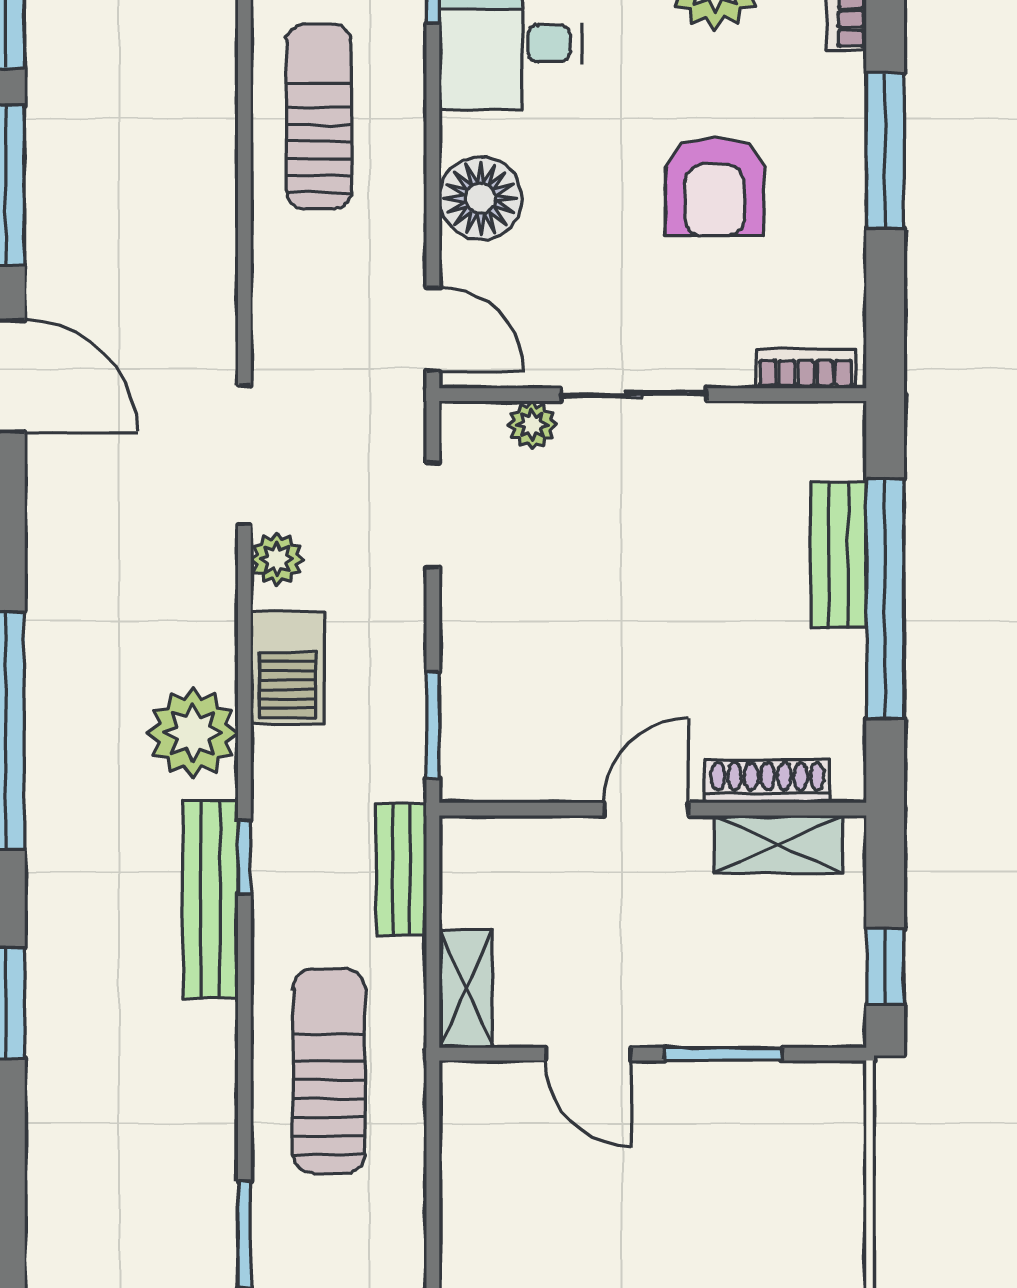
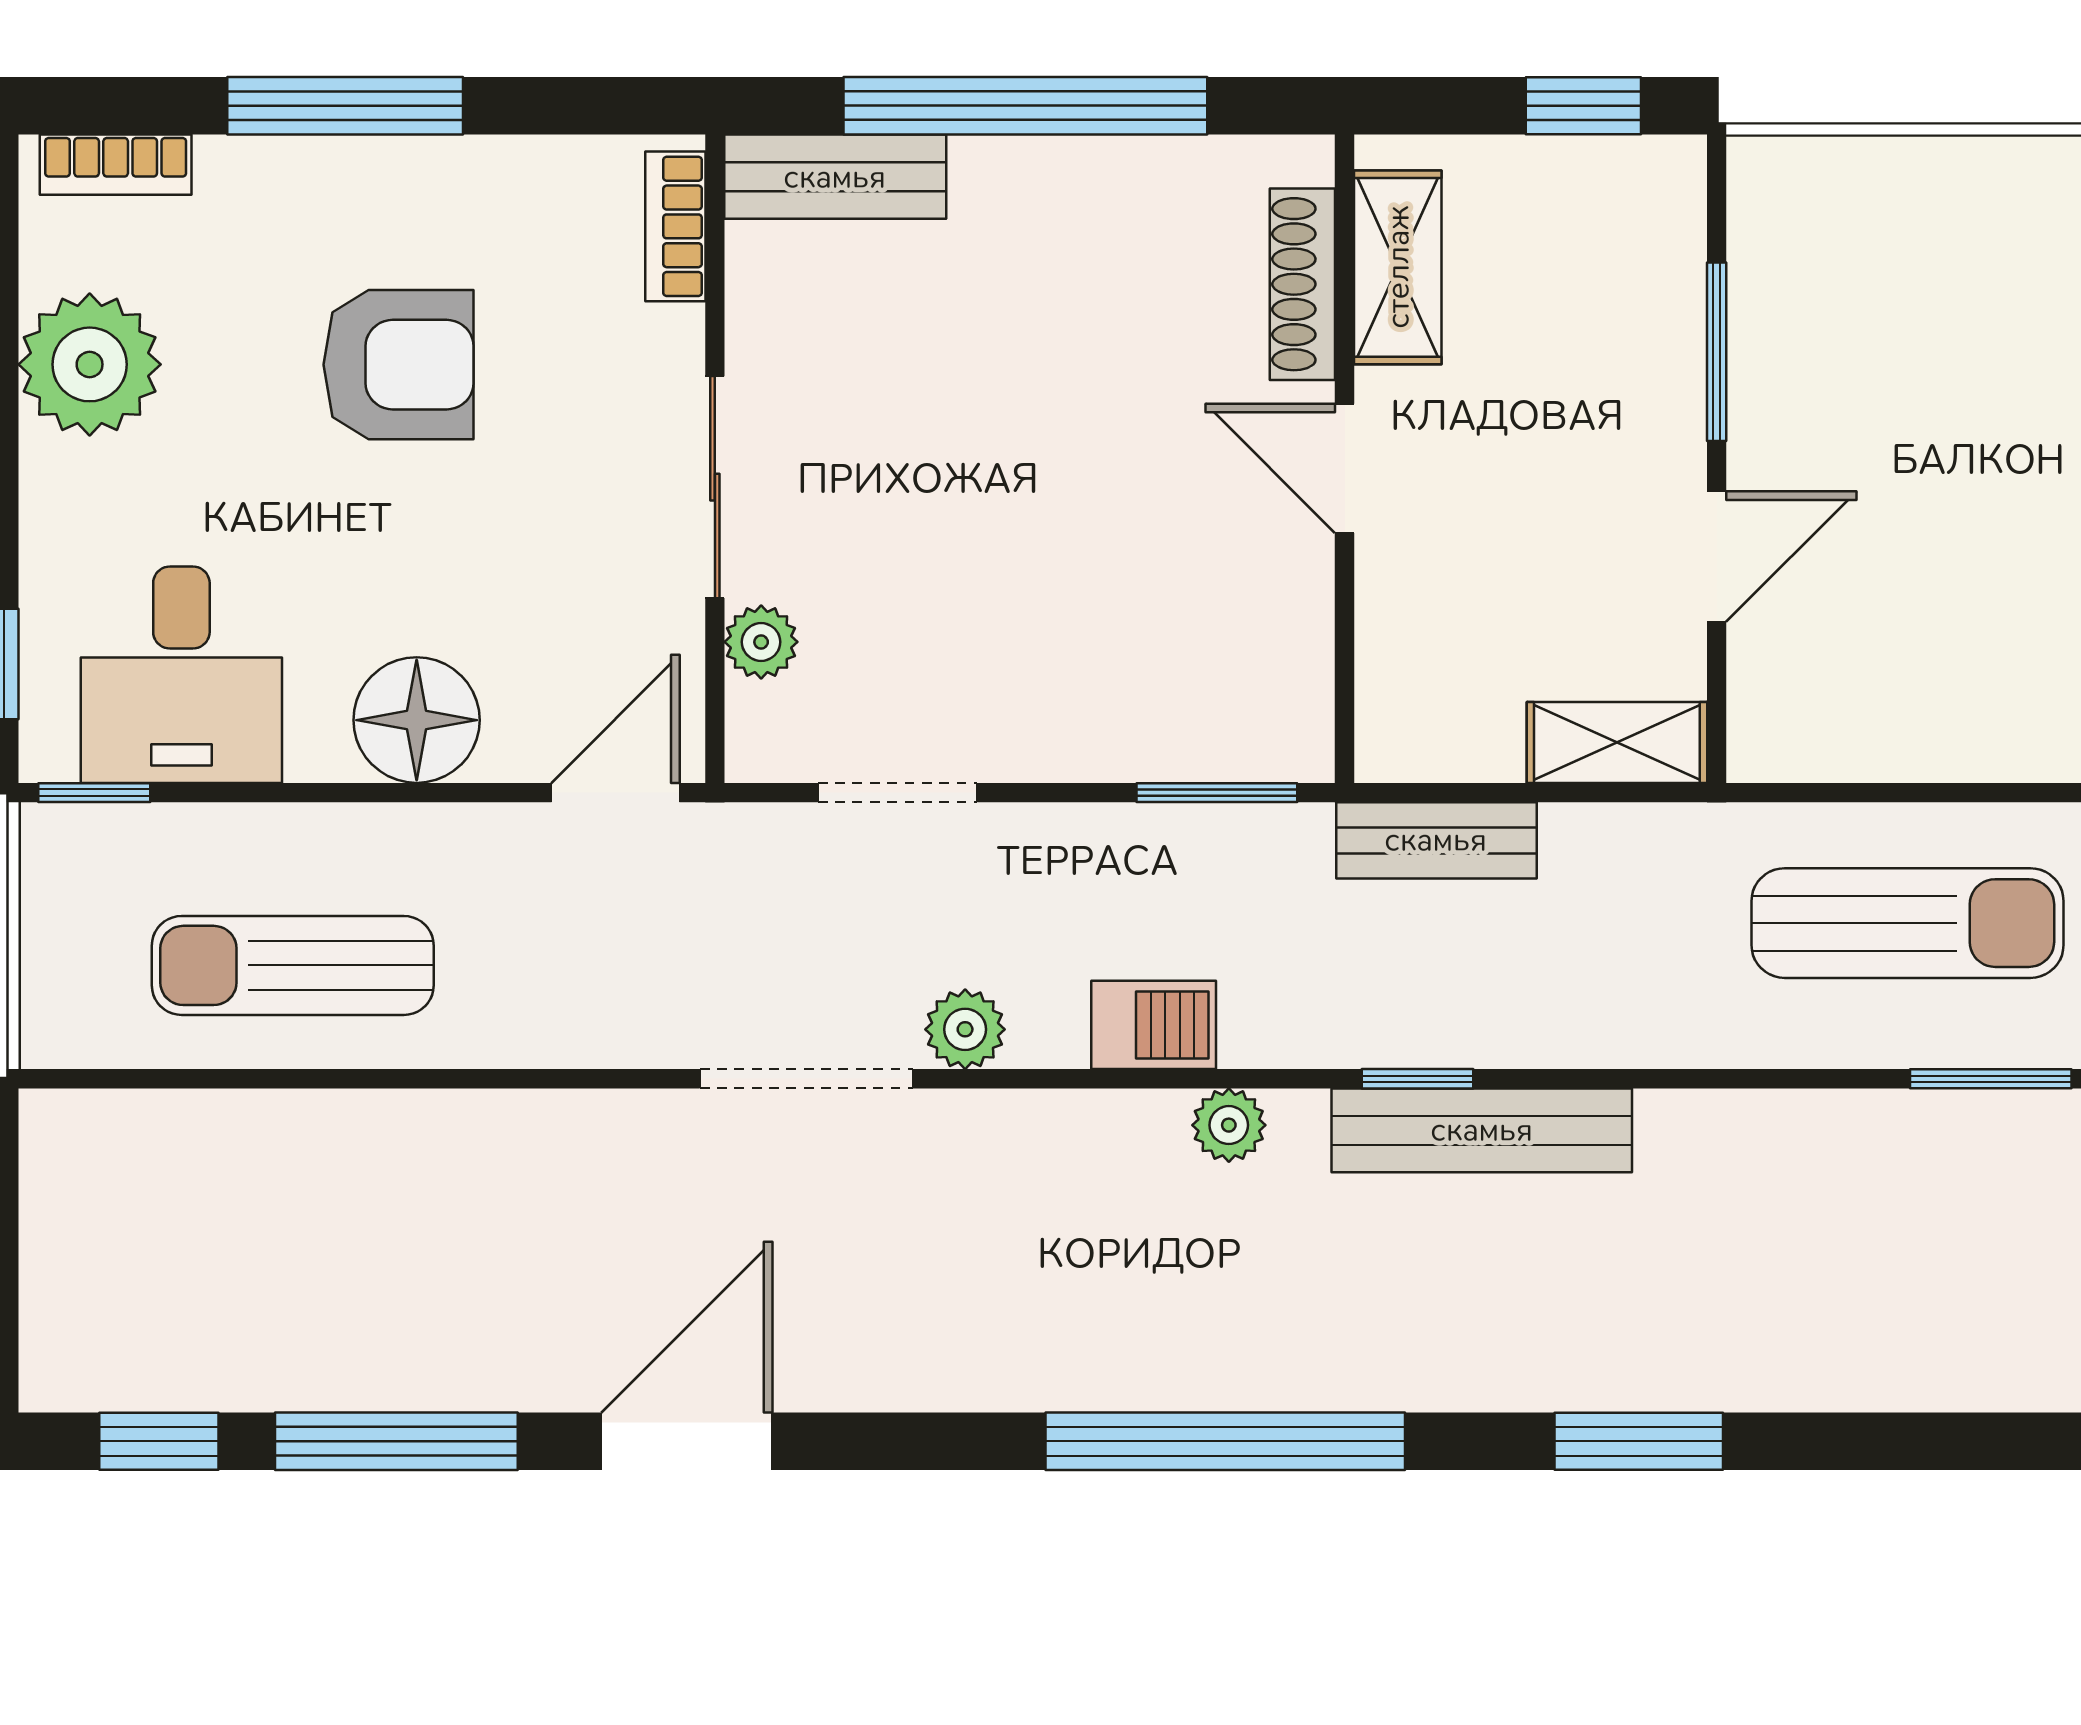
bench: (838, 555) -> (835, 177), moved
barbecue: (288, 668) -> (1154, 1025), width x0.73, depth x0.79
plant: (193, 733) -> (1229, 1125), width x0.53, depth x0.53
sun lounger: (329, 1071) -> (1907, 923), moved, turned 180

